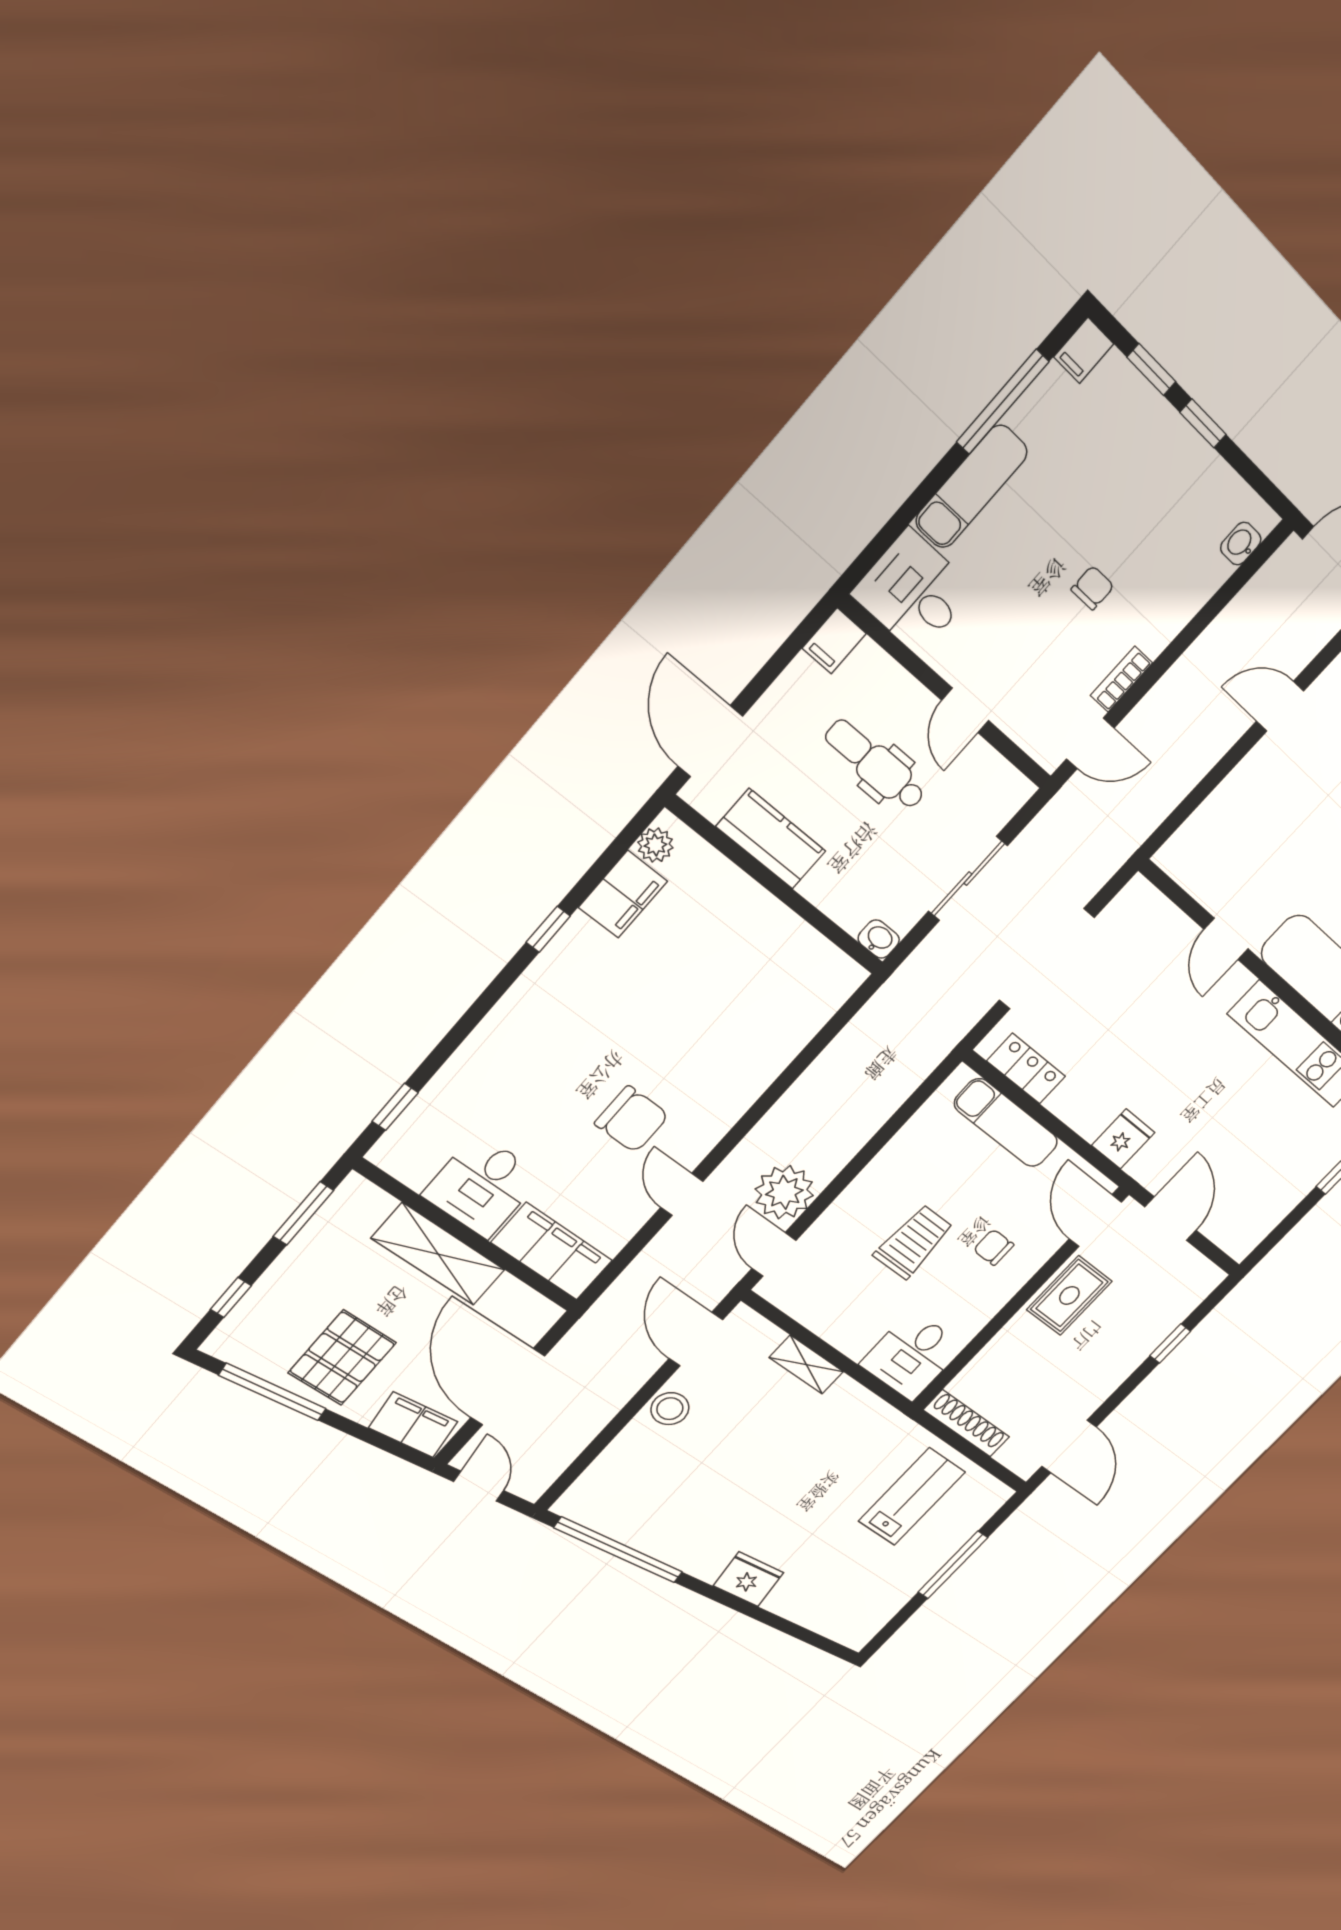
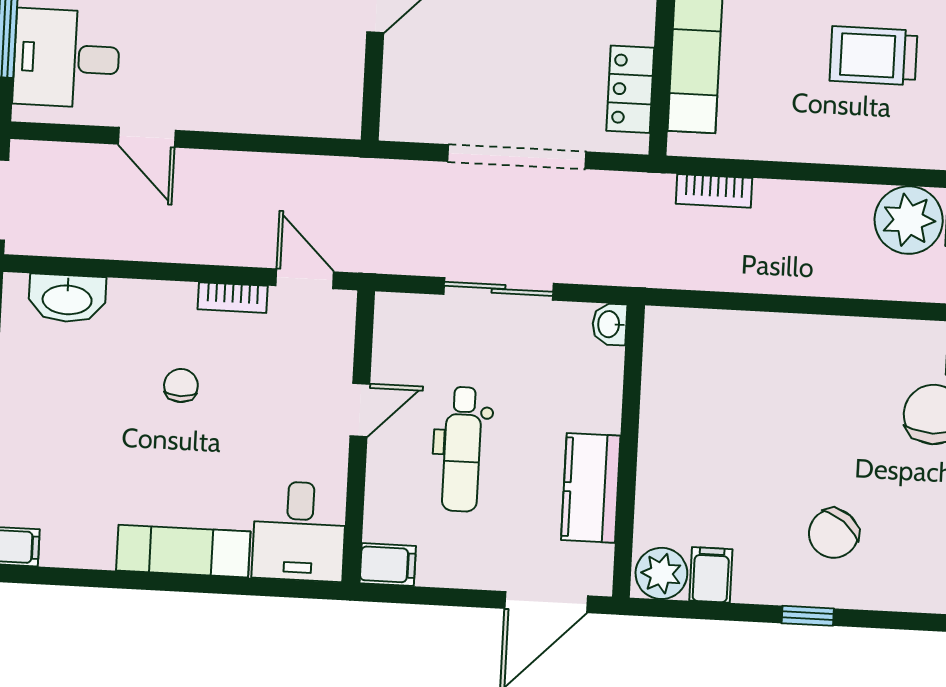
window: (1003, 402) -> (102, 579), removed
washbasin: (1241, 544) -> (67, 298), width x1.91, depth x1.45
chair: (1093, 588) -> (181, 386), turned 90
plant: (655, 845) -> (661, 573), width x1.38, depth x1.38
filing cabinet: (623, 894) -> (711, 575), width x0.50
chair: (598, 991) -> (834, 533), added
bookcase: (912, 1077) -> (714, 191), added

